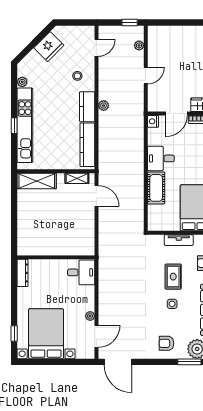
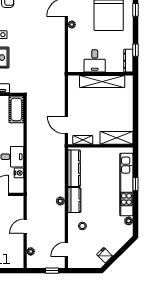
window: (130, 23) -> (52, 271), moved
fridge: (49, 47) -> (105, 255), width x0.53, depth x0.75
nightstand: (153, 121) -> (19, 173), moved
cot: (156, 188) -> (16, 109), moved
shelving: (54, 248) -> (102, 81), added
desk: (81, 272) -> (95, 61), moved, turned -90
window: (14, 285) -> (135, 50), added

